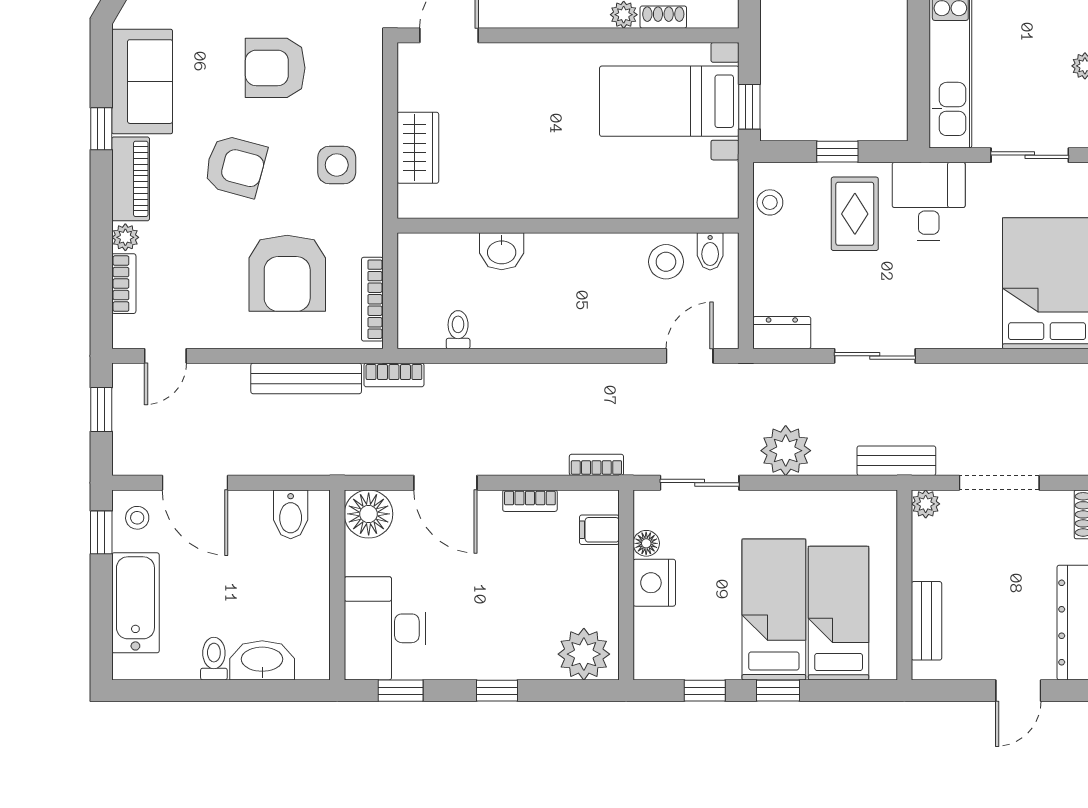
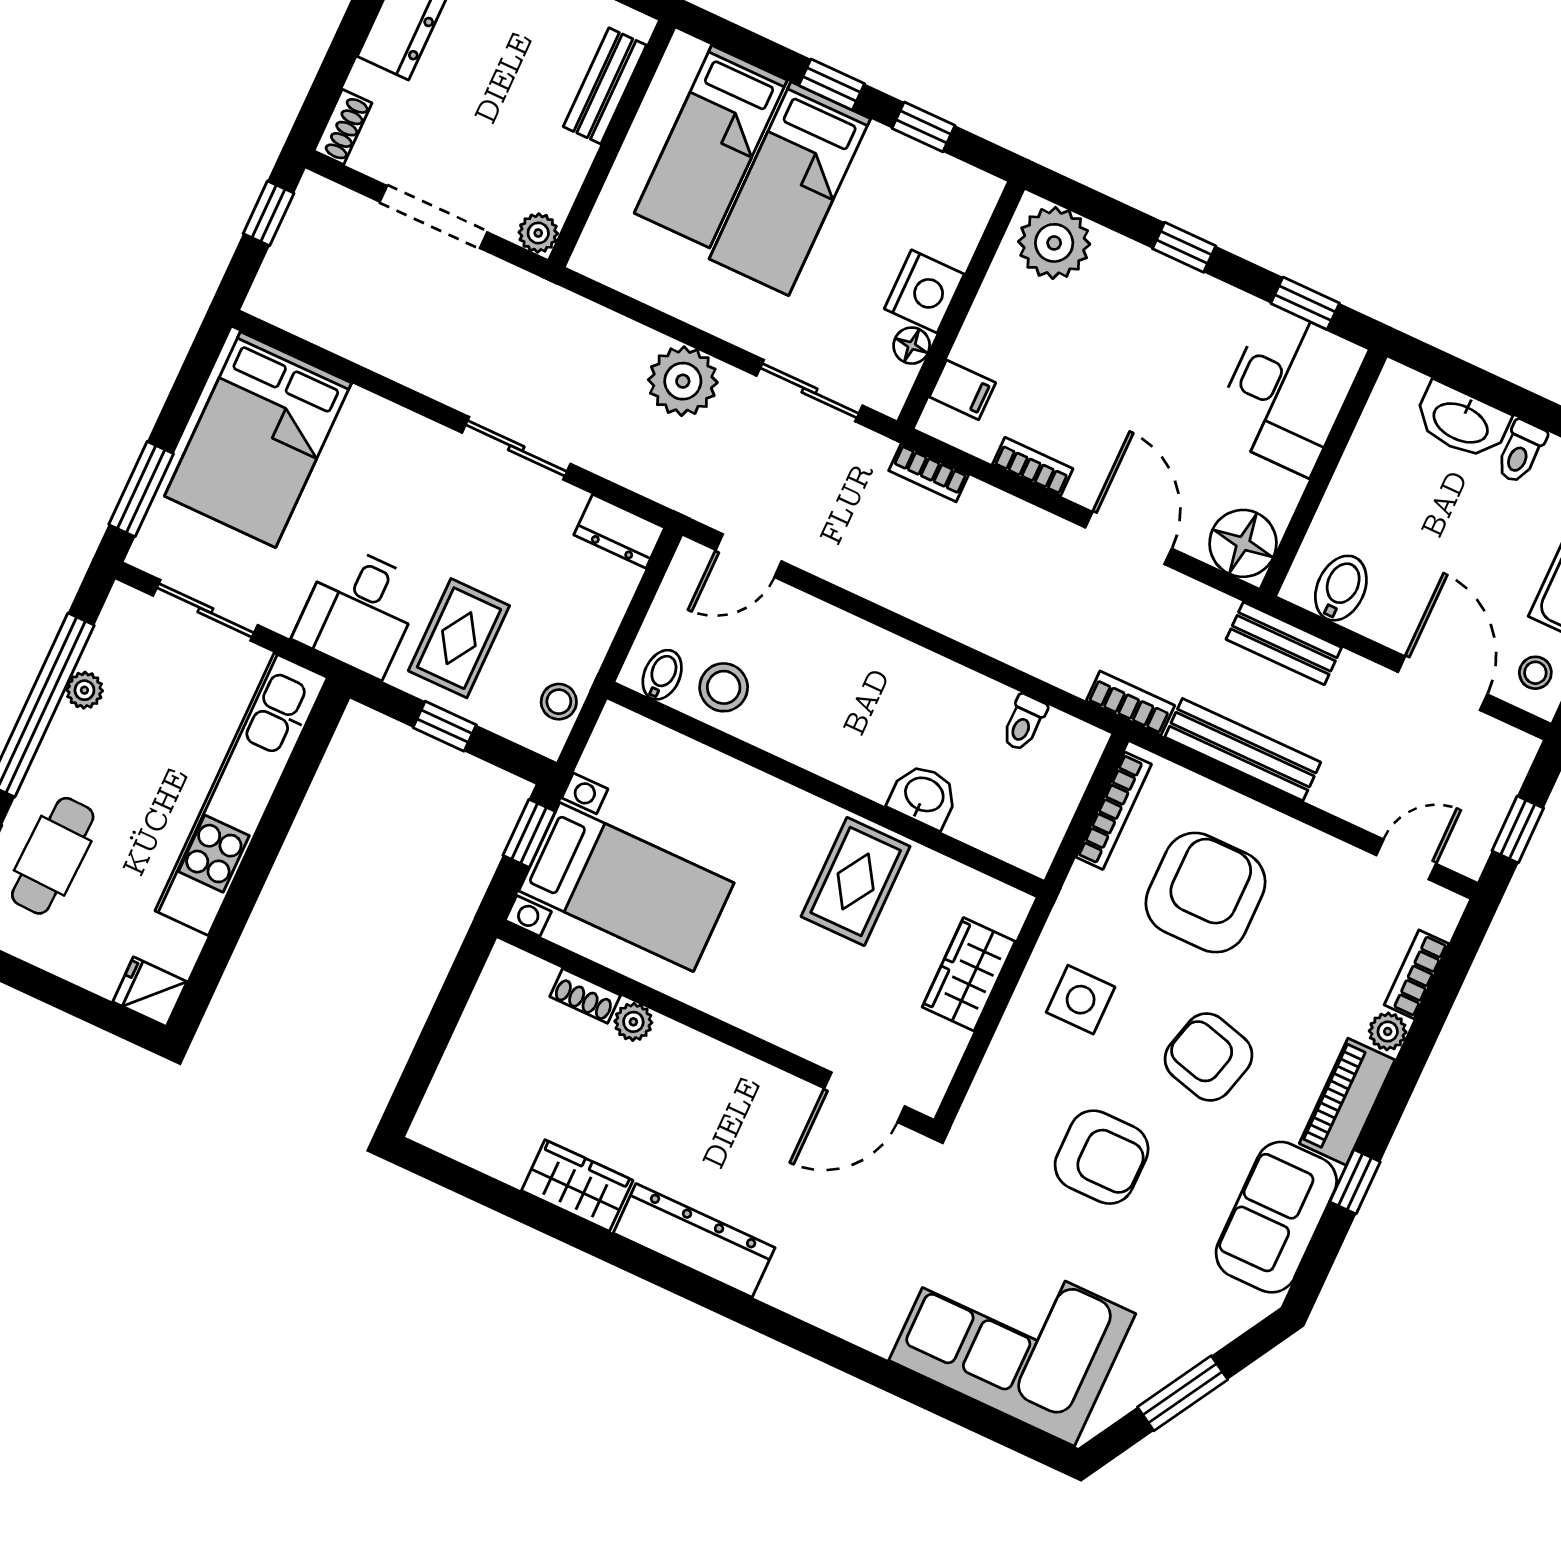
rug: (520, 174) -> (856, 881), added
bench: (896, 461) -> (1284, 643), moved

